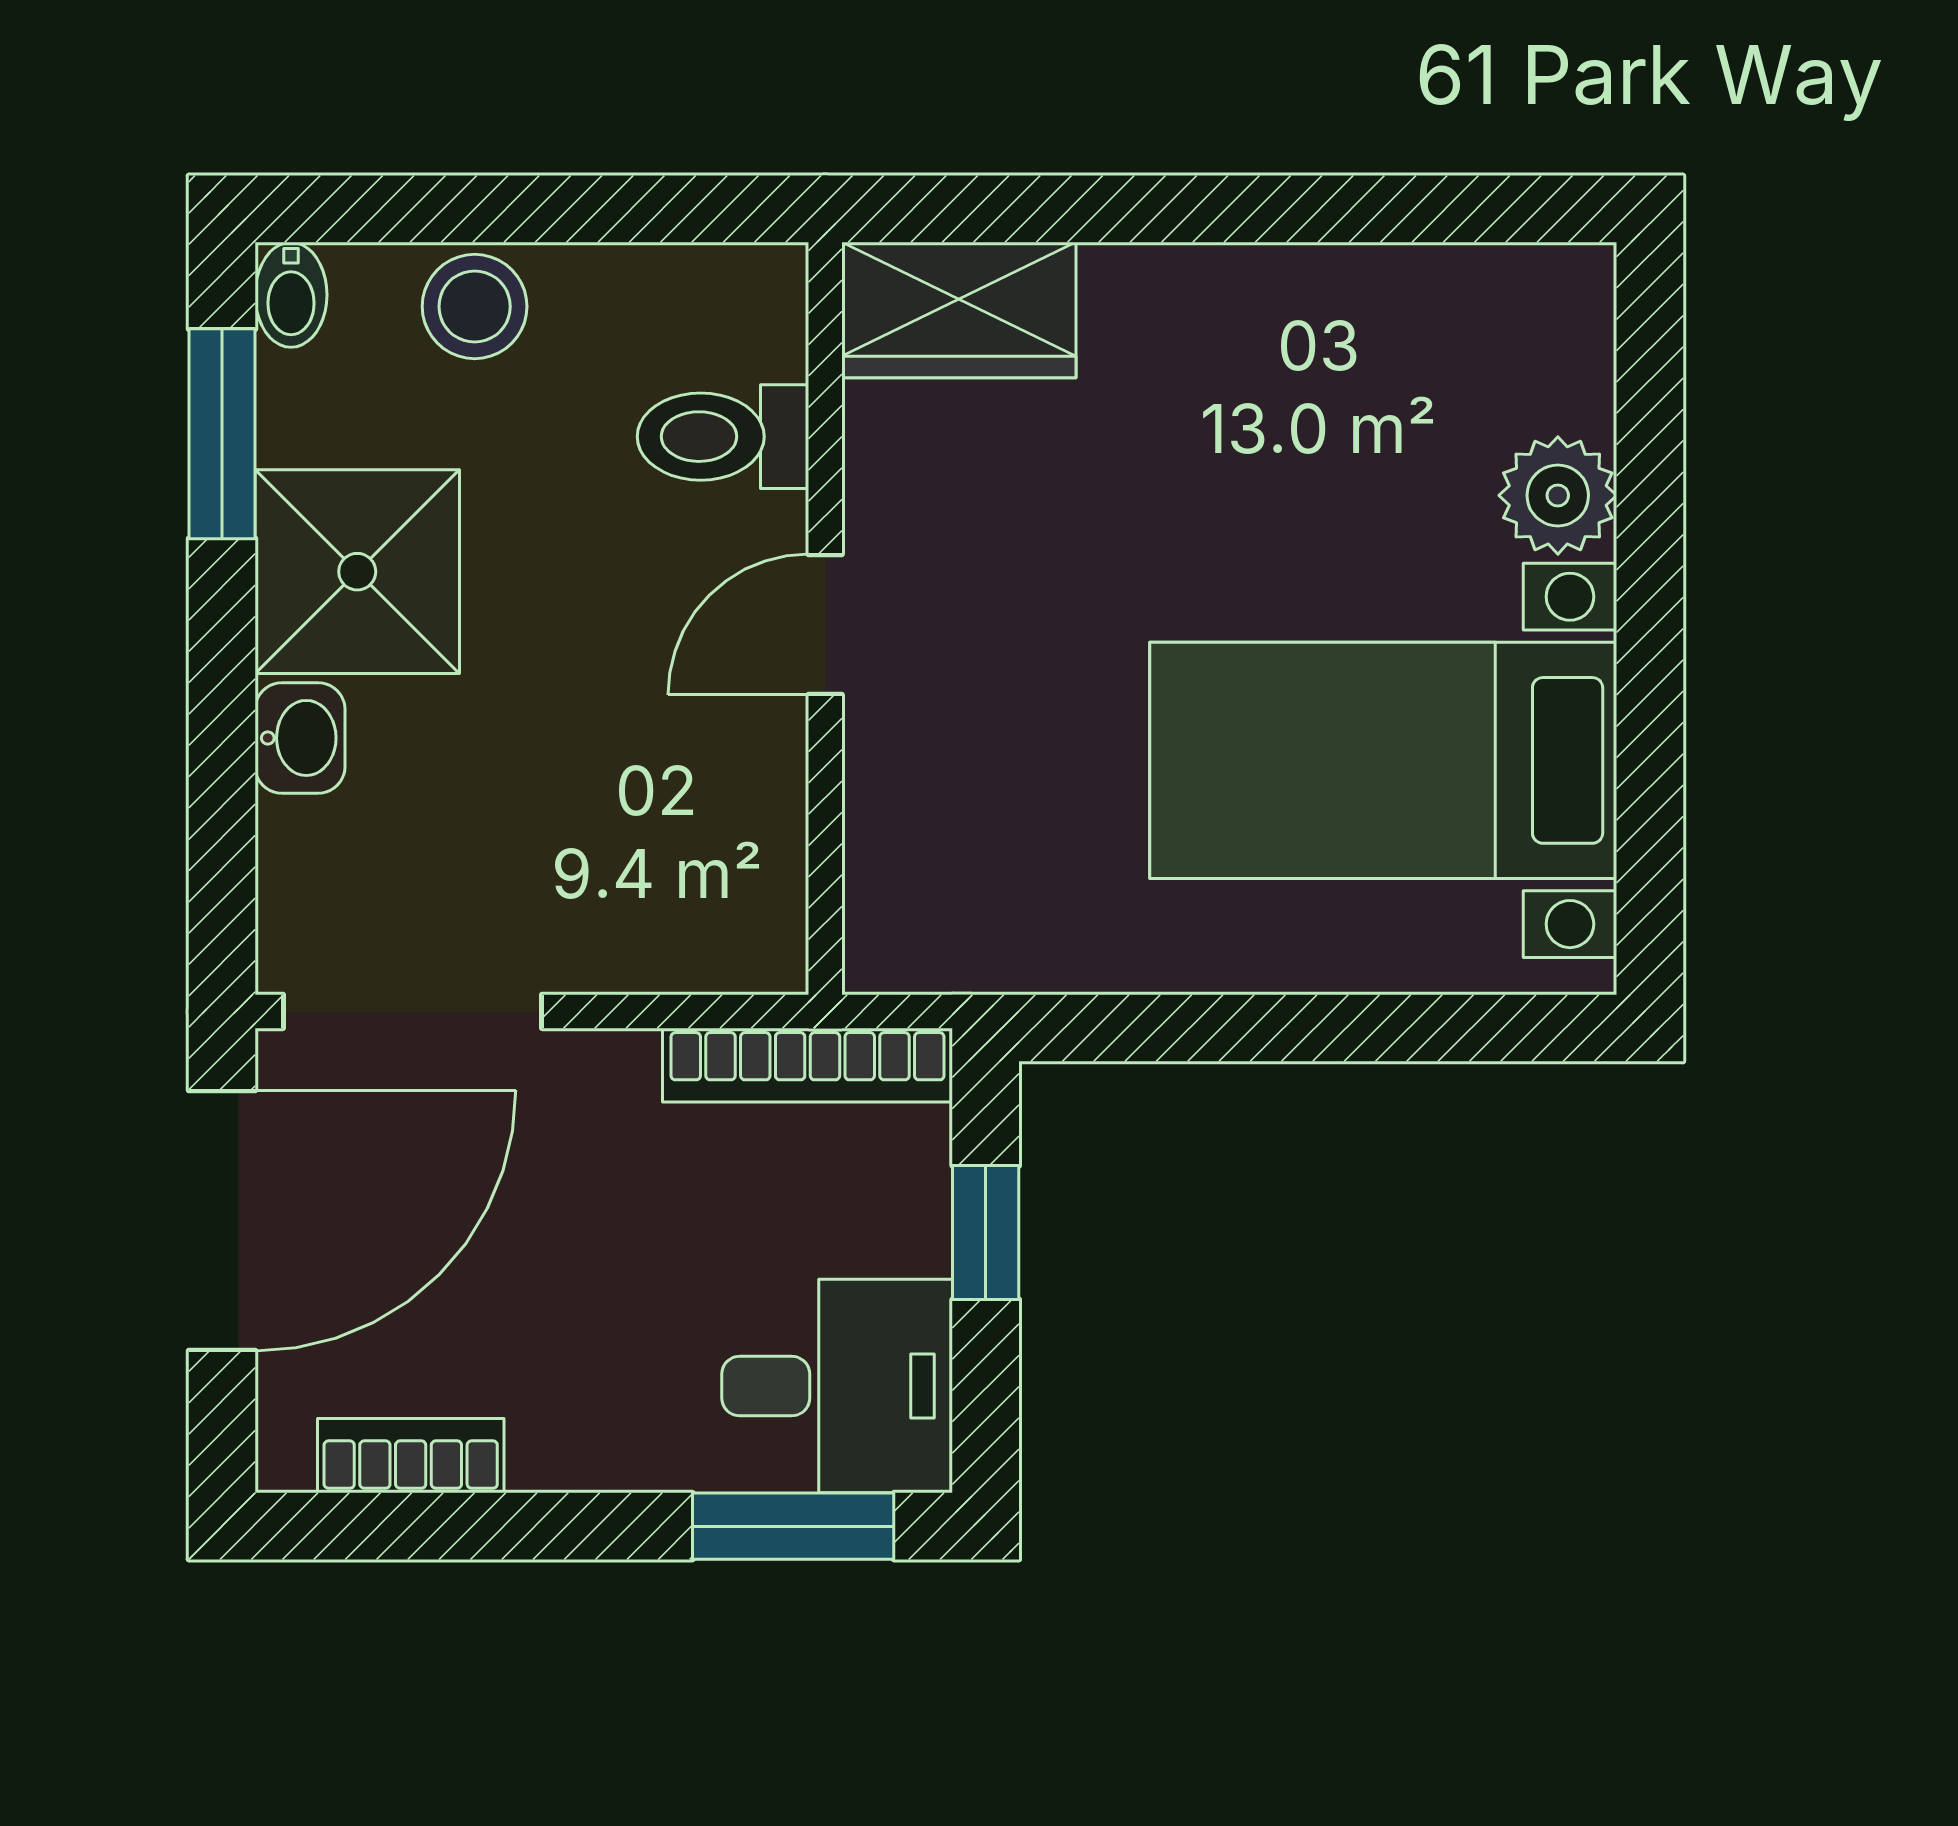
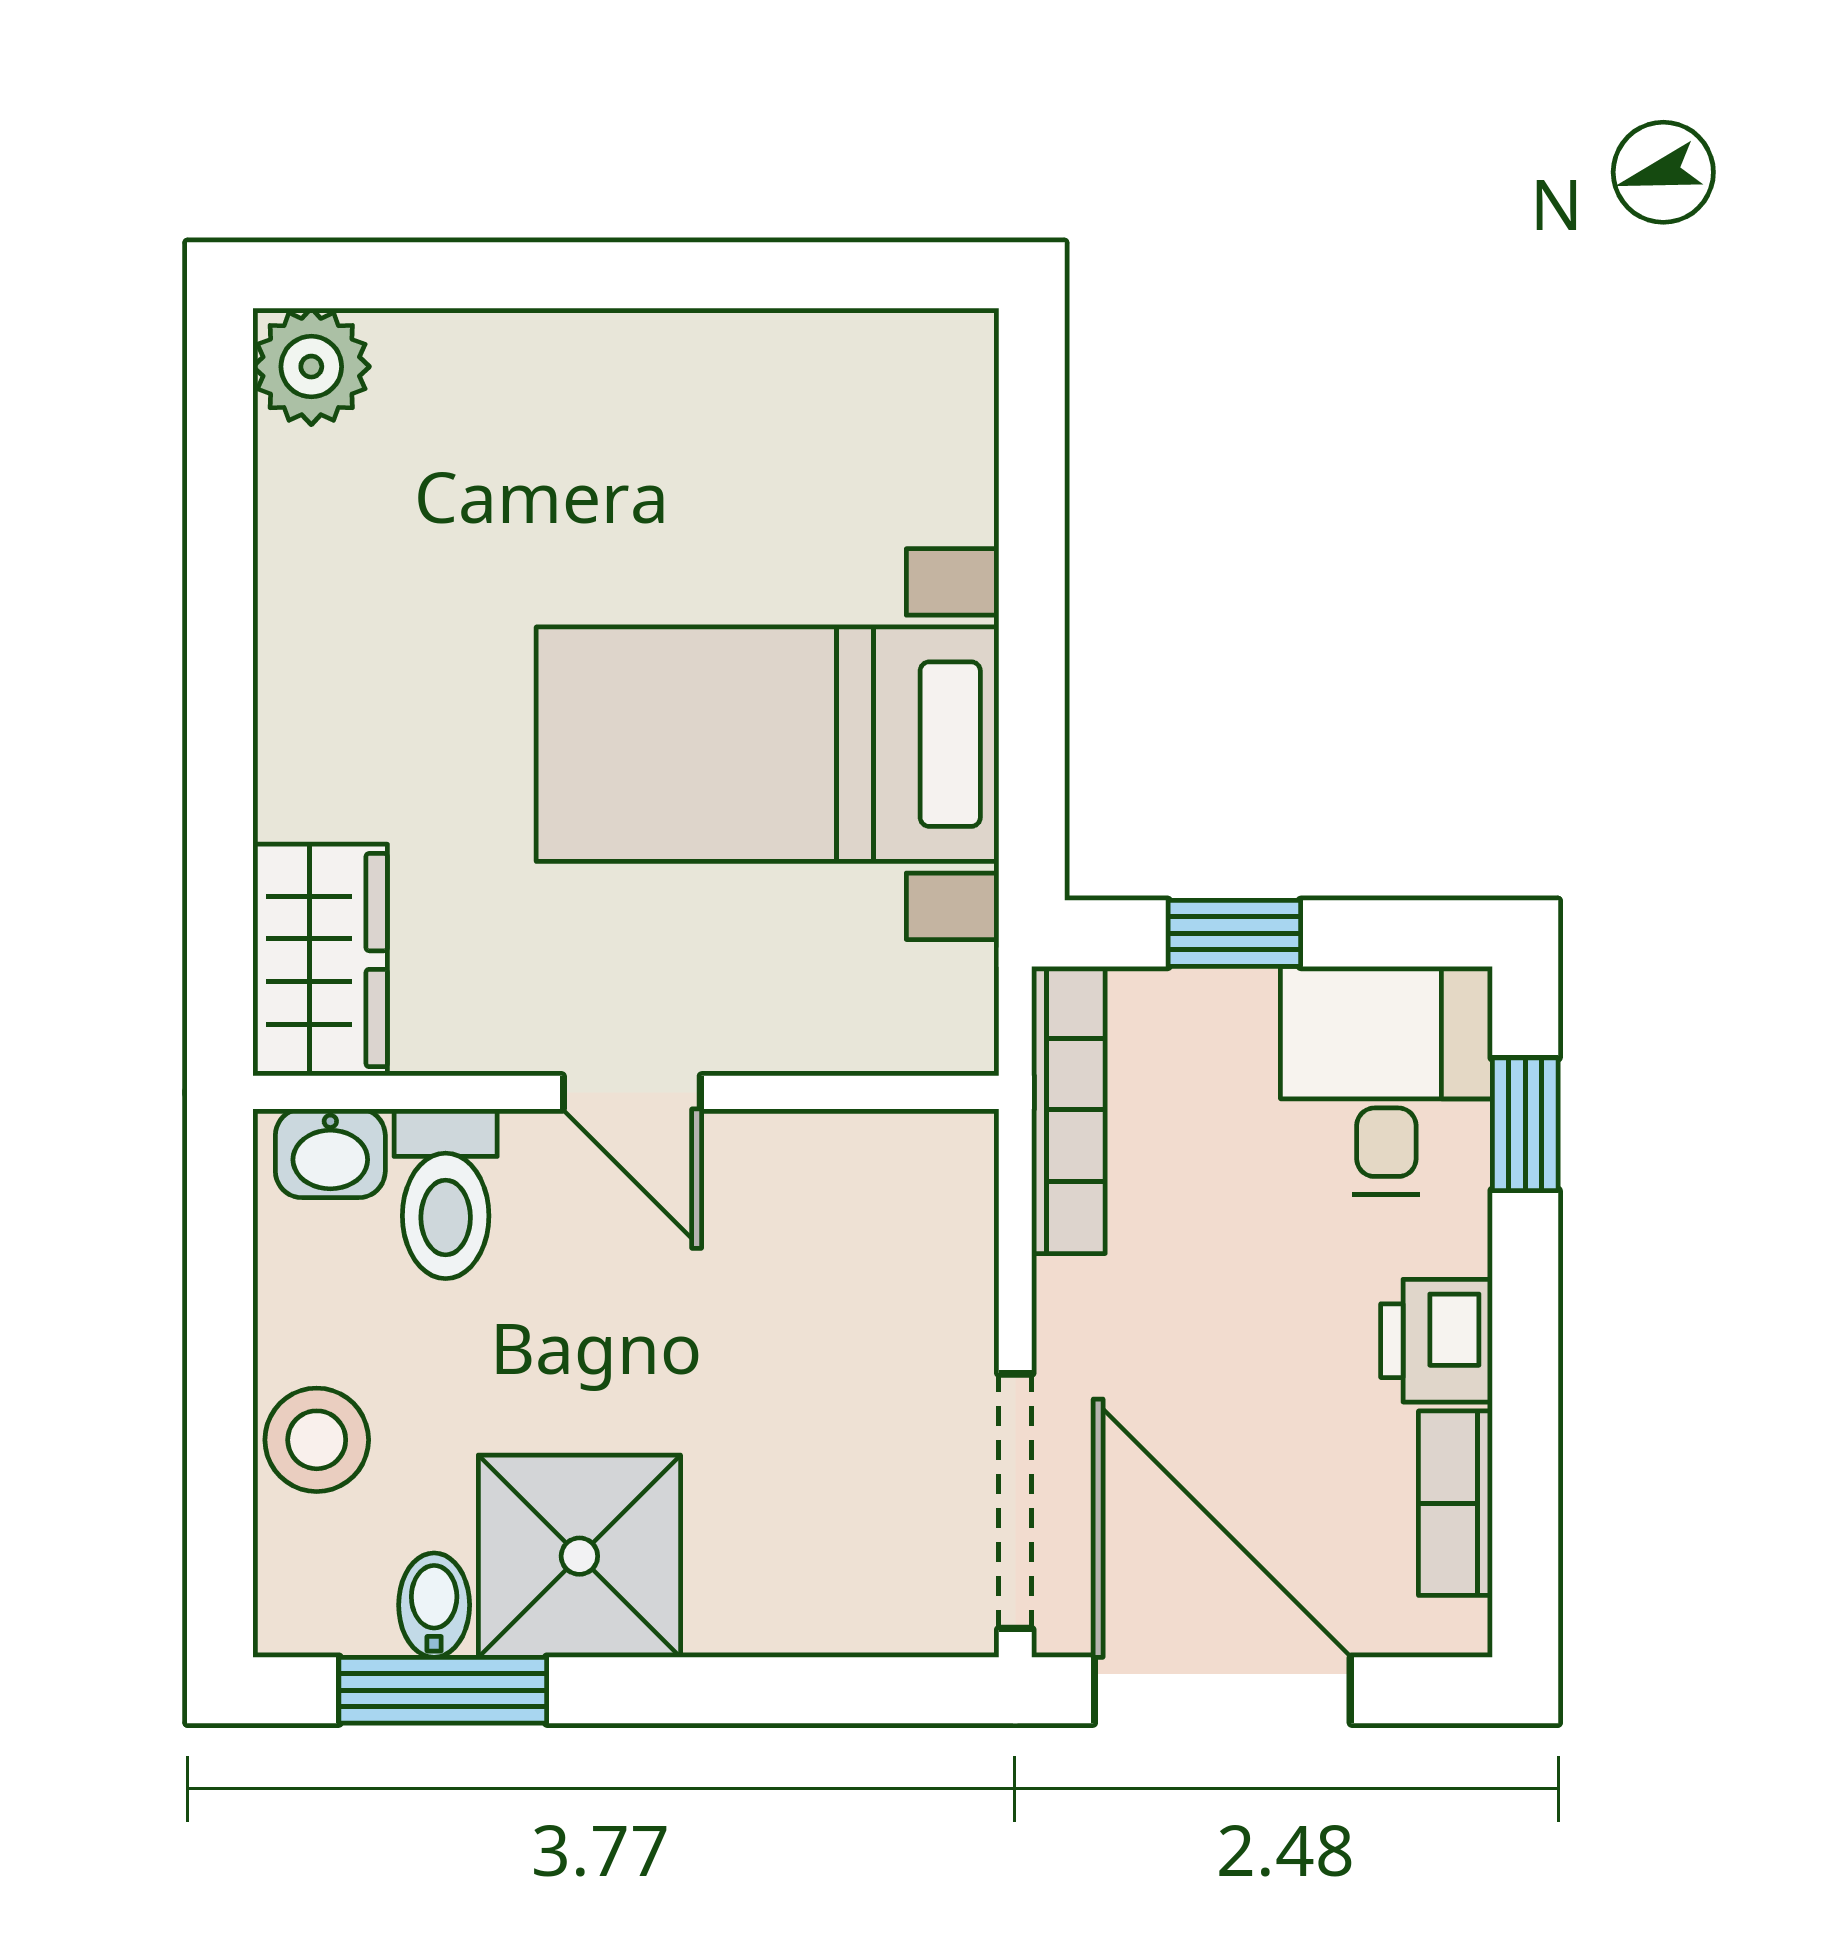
bidet: (291, 295) -> (434, 1605), moved, turned -90
plant: (1558, 495) -> (311, 367), moved
washbasin: (300, 738) -> (330, 1153), moved, turned 180
bed with nightstands: (1383, 760) -> (767, 744), moved, turned 90
printer: (575, 1437) -> (1436, 1341), added
window: (793, 1526) -> (1525, 1124), width x0.67

